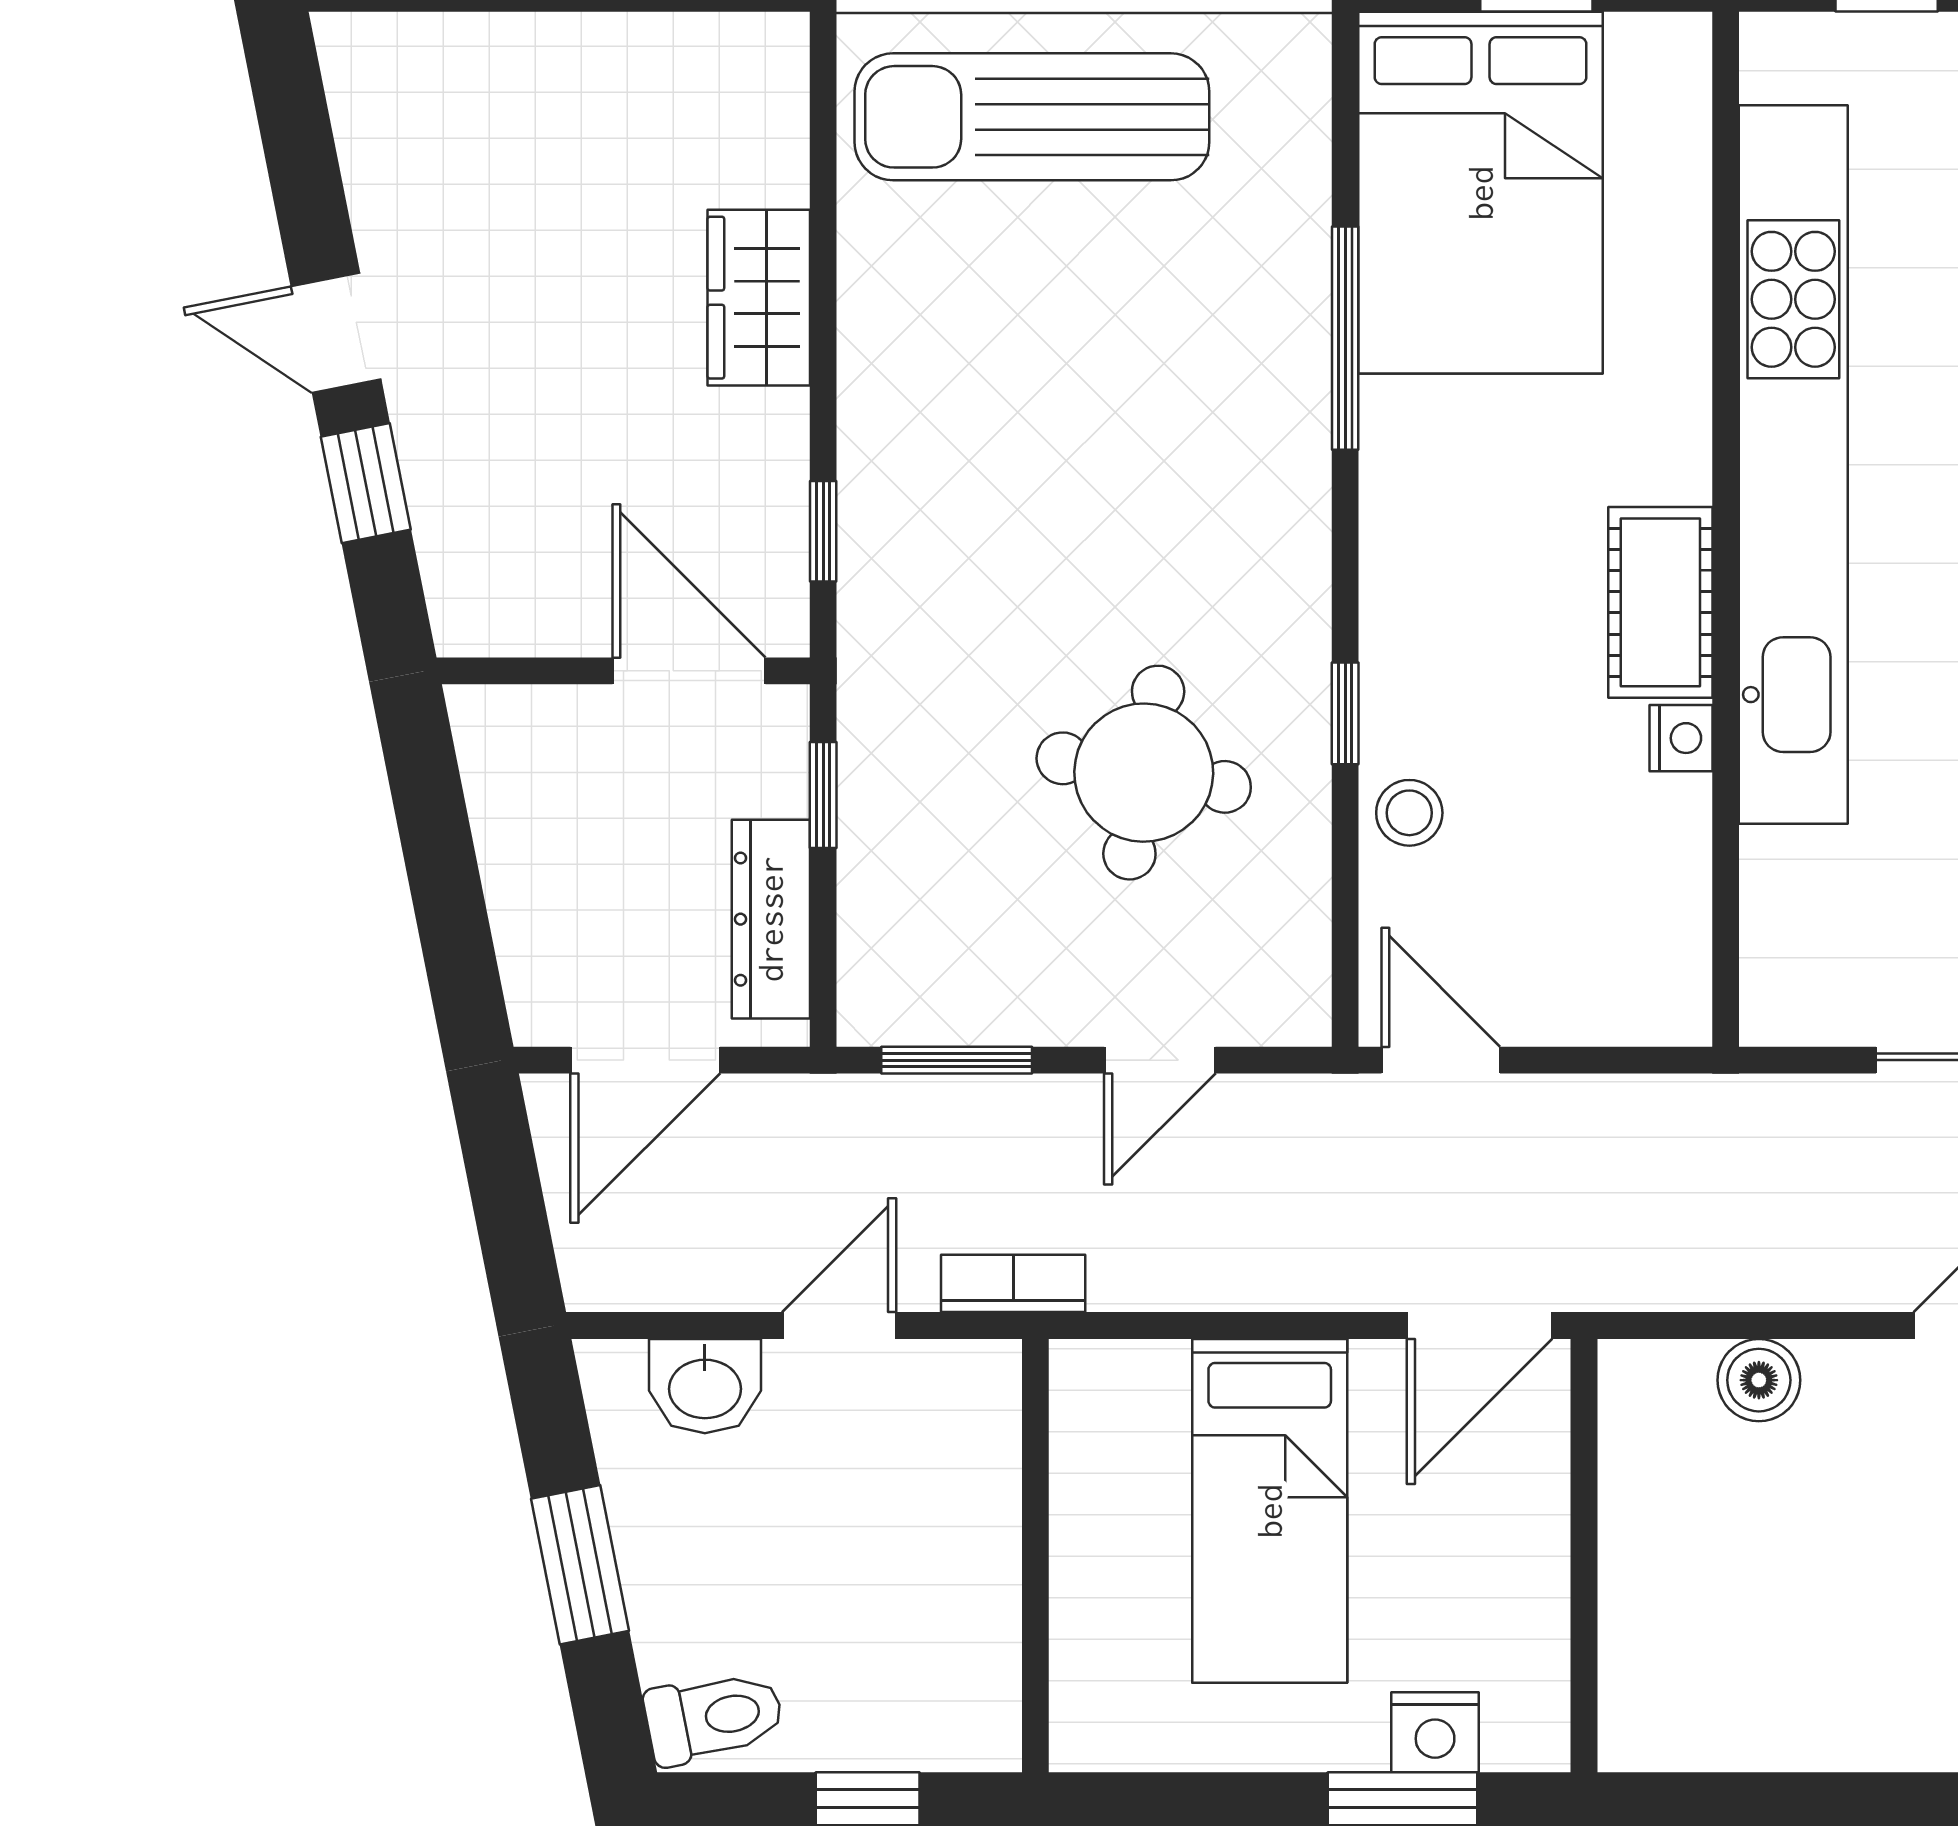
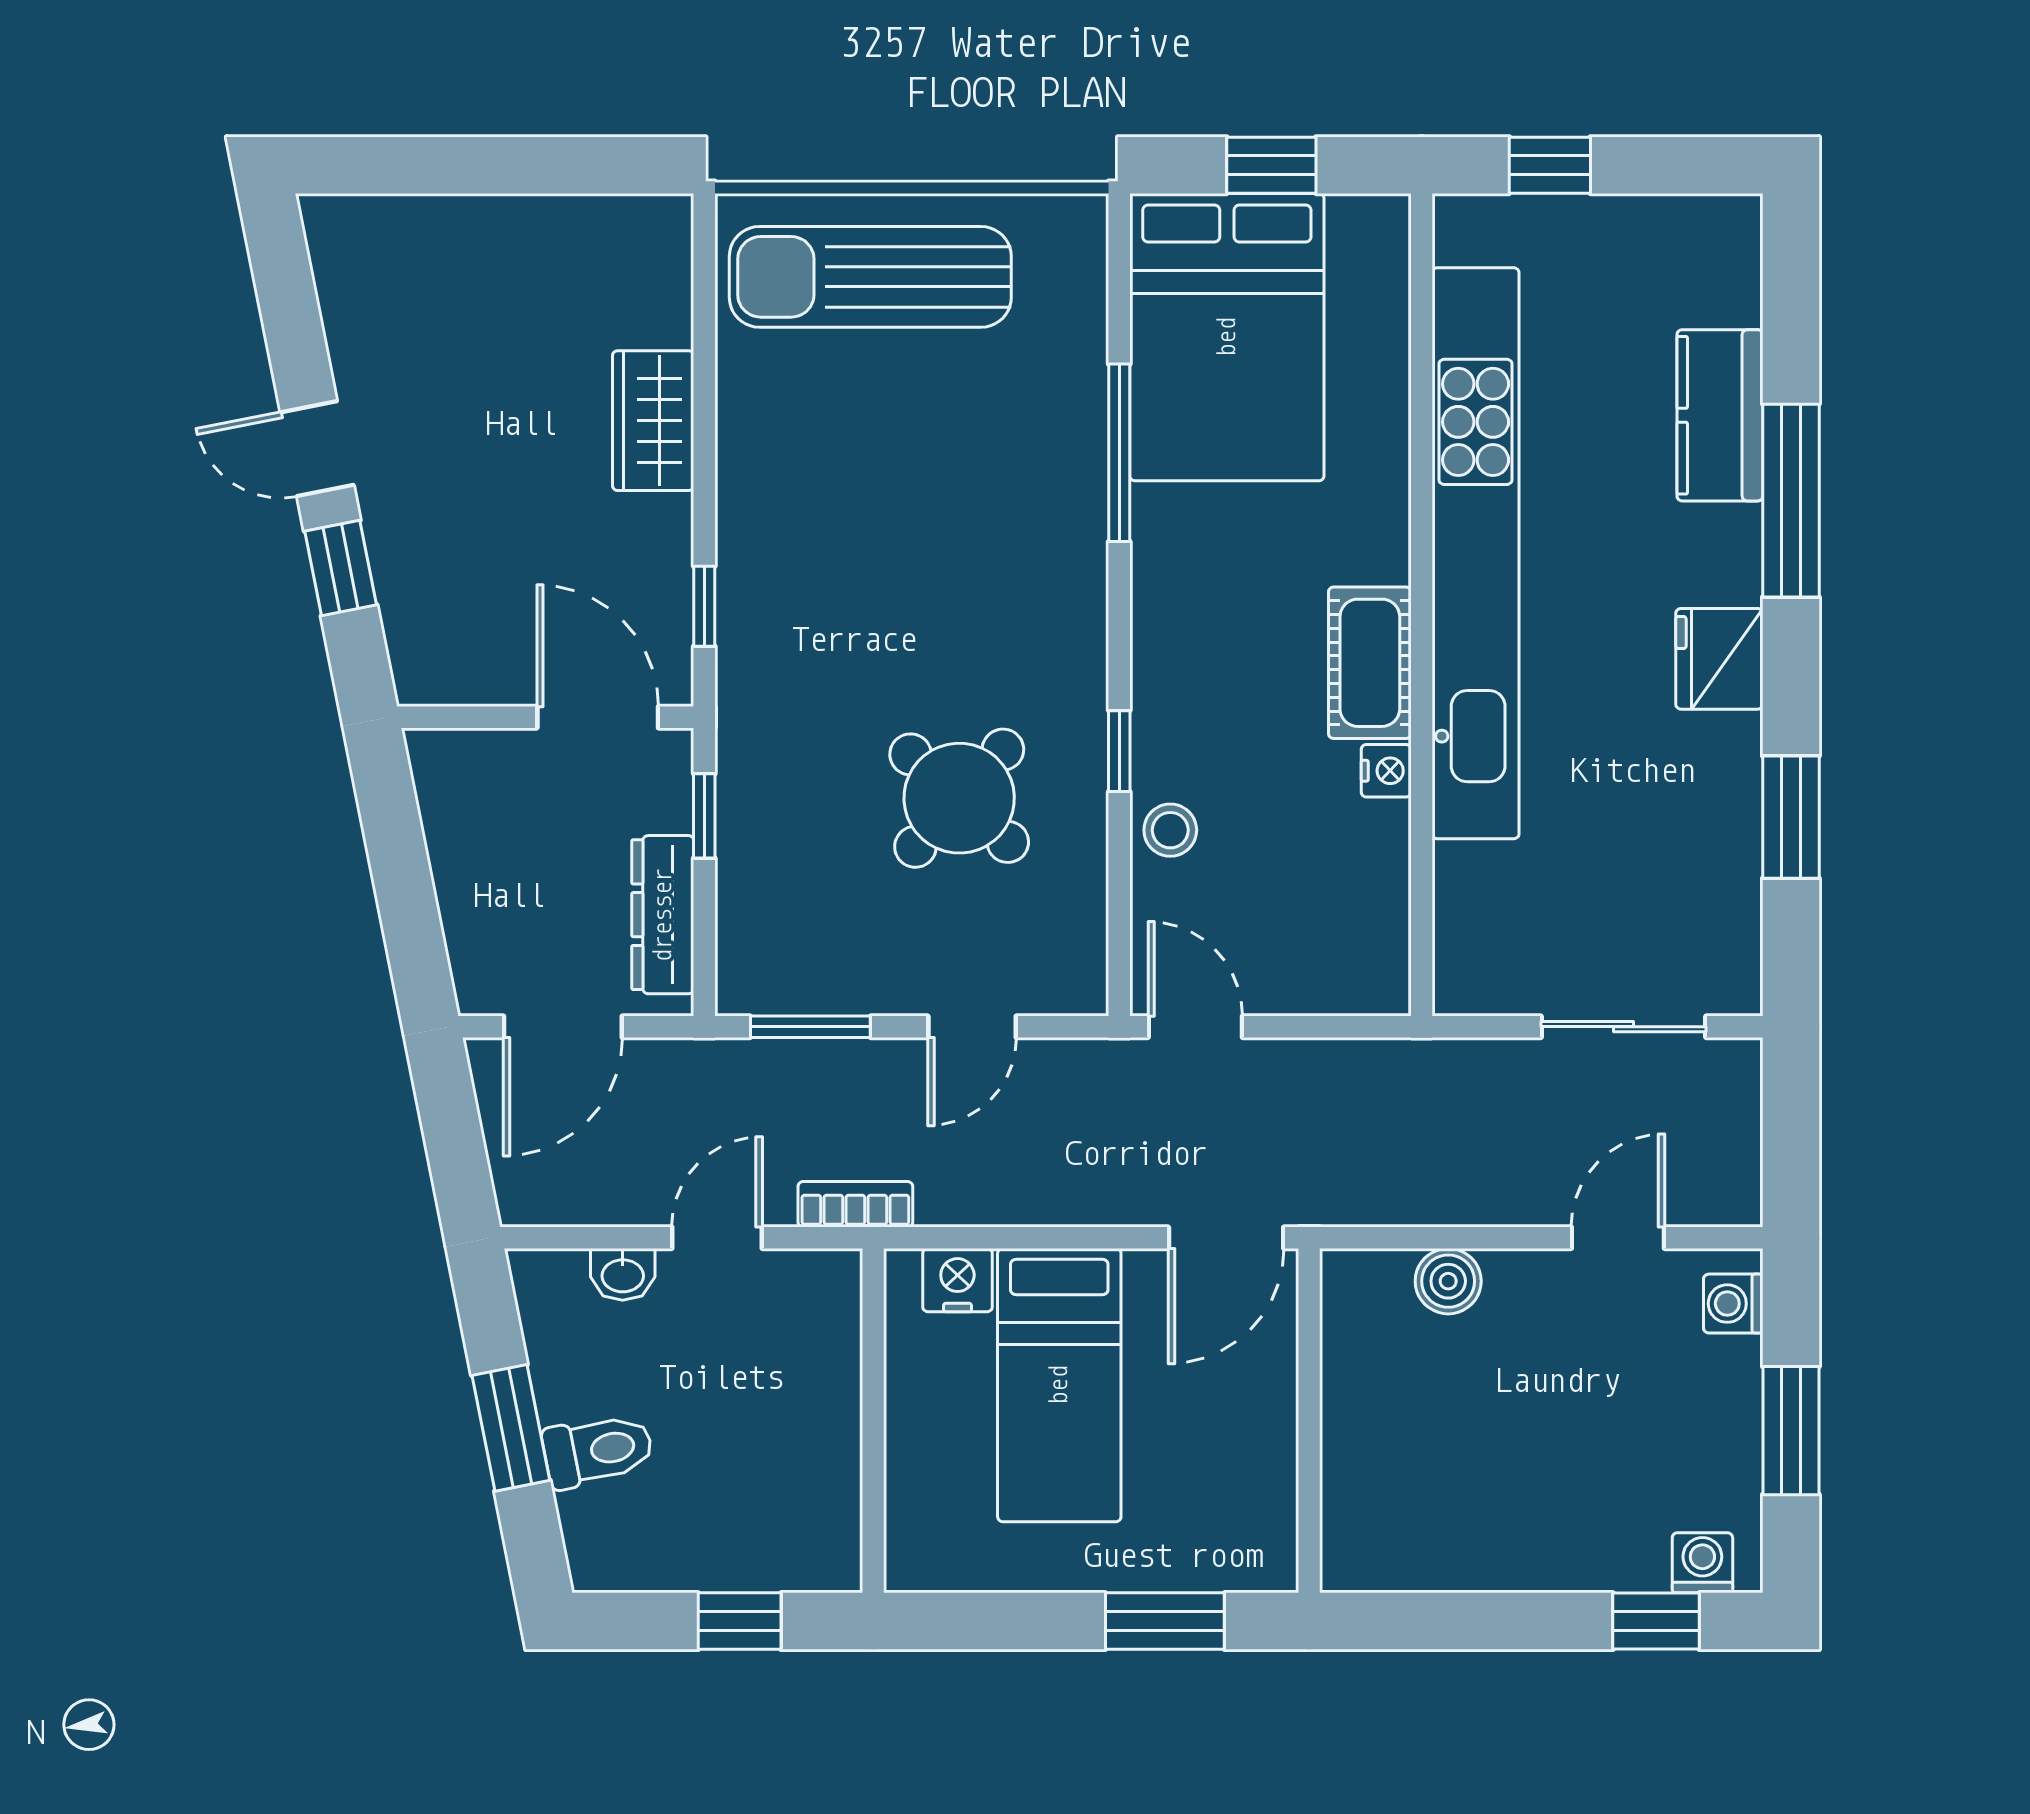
round table: (1144, 773) -> (959, 798), turned 32
washbasin: (705, 1386) -> (623, 1274), width x0.72, depth x0.69
toilet: (714, 1717) -> (598, 1450), moved
nightstand: (1435, 1732) -> (957, 1280), moved, turned 180

